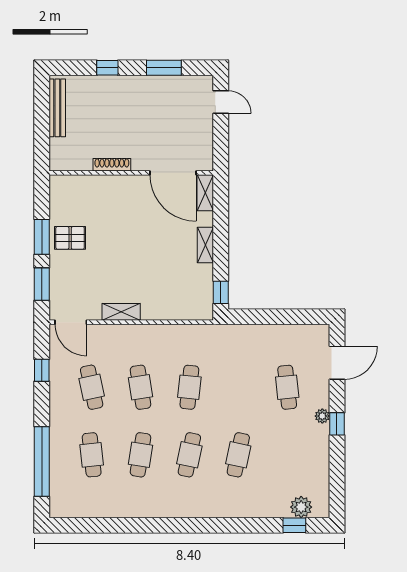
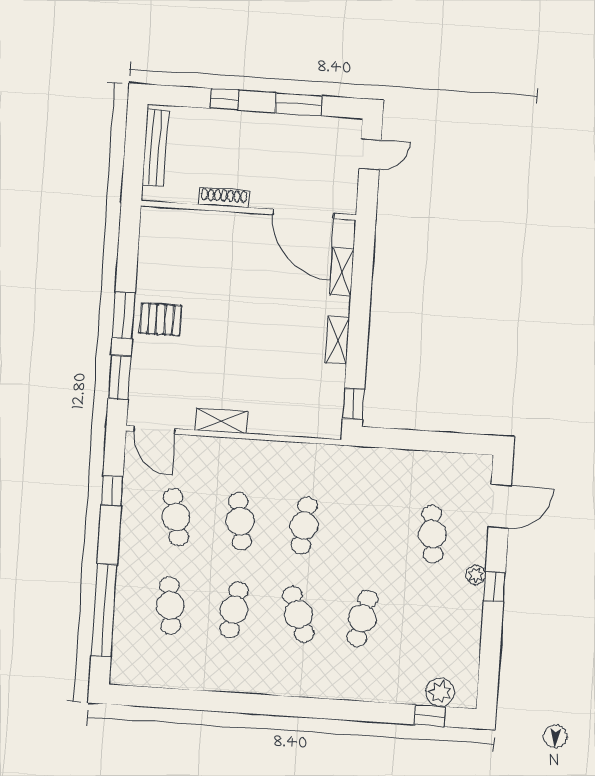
door: (221, 102) -> (370, 154), hinge flipped
shoe rack: (112, 165) -> (224, 198), moved
wall: (131, 173) -> (249, 210), moved
door: (173, 173) -> (303, 214), moved
cafe table: (189, 455) -> (298, 614), turned -33

